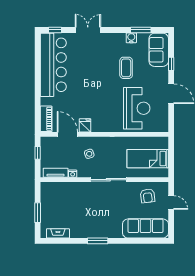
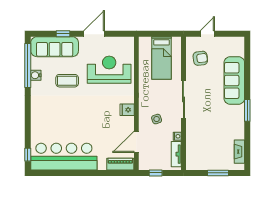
double door: (88, 30) -> (28, 121), removed
window: (141, 30) -> (28, 65), width x2.11
sofa: (159, 50) -> (55, 47), width x1.36
fridge: (85, 125) -> (127, 110), moved
sofa: (145, 228) -> (234, 80), moved

